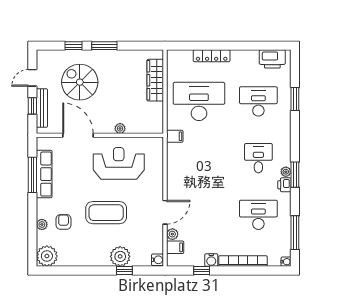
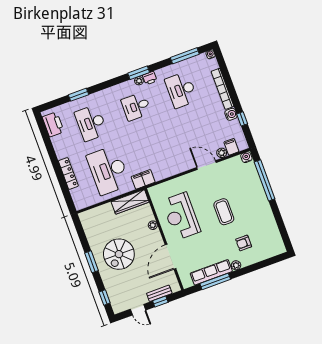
window: (74, 46) -> (105, 297), moved
wardrobe: (155, 80) -> (130, 202), moved
spiral stairs: (80, 82) -> (119, 254), moved
bench: (42, 108) -> (159, 293), width x0.73
filing cabinet: (175, 136) -> (143, 179), width x2.00
coffee table: (106, 213) -> (224, 212), width x0.73, depth x0.76
plant: (42, 224) -> (236, 265), moved
plant: (47, 256) -> (276, 246), removed
plant: (120, 256) -> (255, 188), removed
window: (124, 271) -> (265, 180), width x3.17

